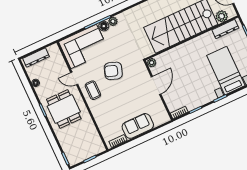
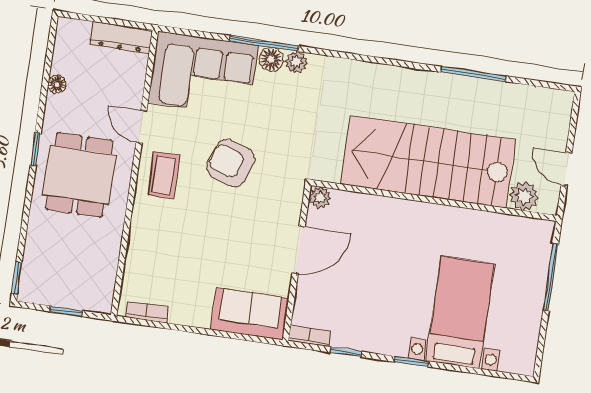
dresser: (225, 29) -> (515, 227), removed
dresser: (36, 58) -> (121, 37), moved
sofa: (138, 126) -> (250, 314), moved

